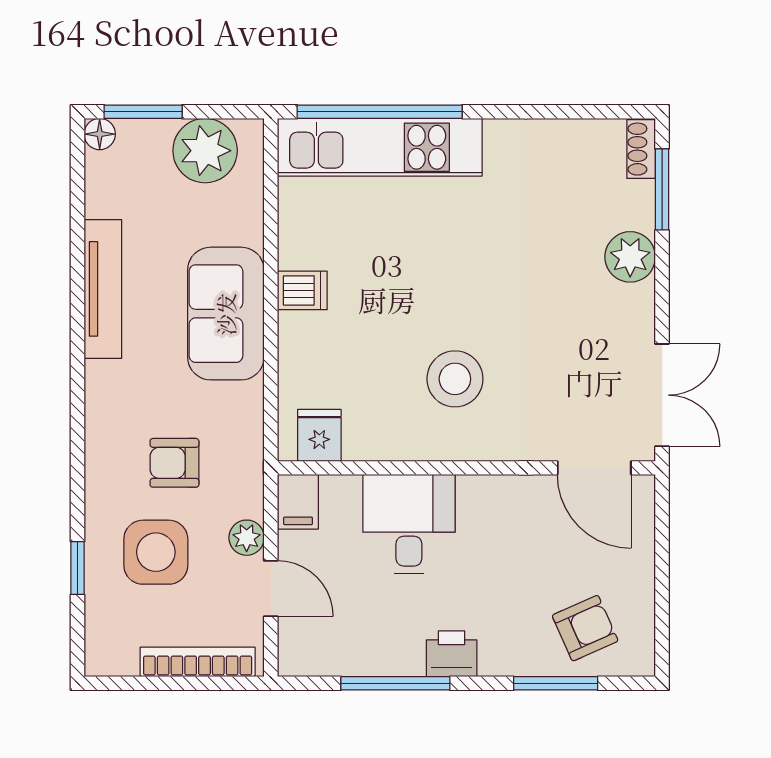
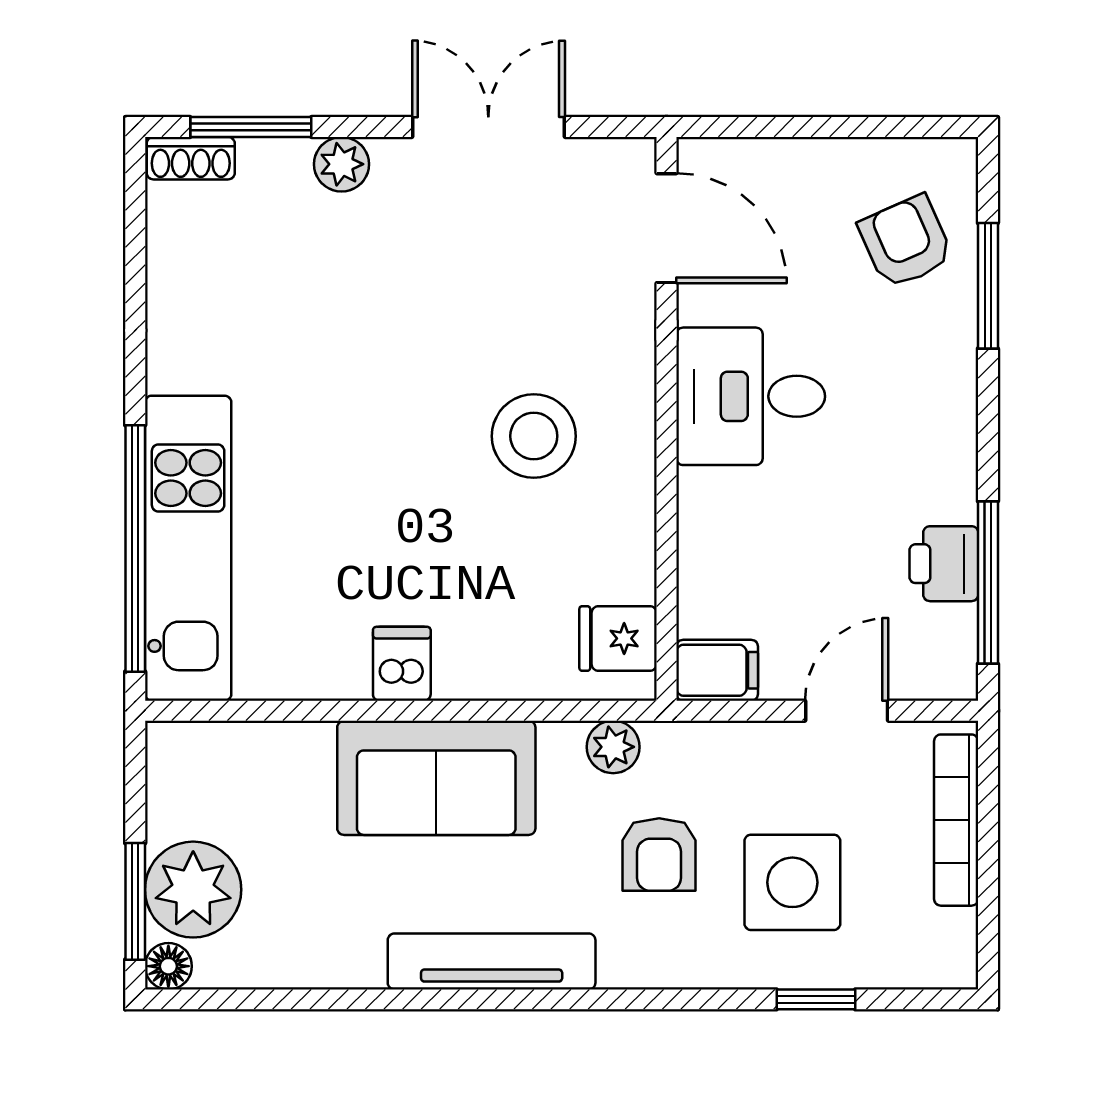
plant: (205, 151) -> (193, 890), moved
plant: (630, 257) -> (341, 164), width x0.73, depth x0.73
tv unit: (103, 289) -> (492, 961), moved
double door: (662, 395) -> (488, 127), moved
door: (594, 468) -> (667, 228), hinge flipped
desk: (409, 524) -> (751, 396), moved
plant: (247, 538) -> (613, 747), moved
printer: (452, 654) -> (944, 564), moved
window: (395, 683) -> (988, 583), moved

